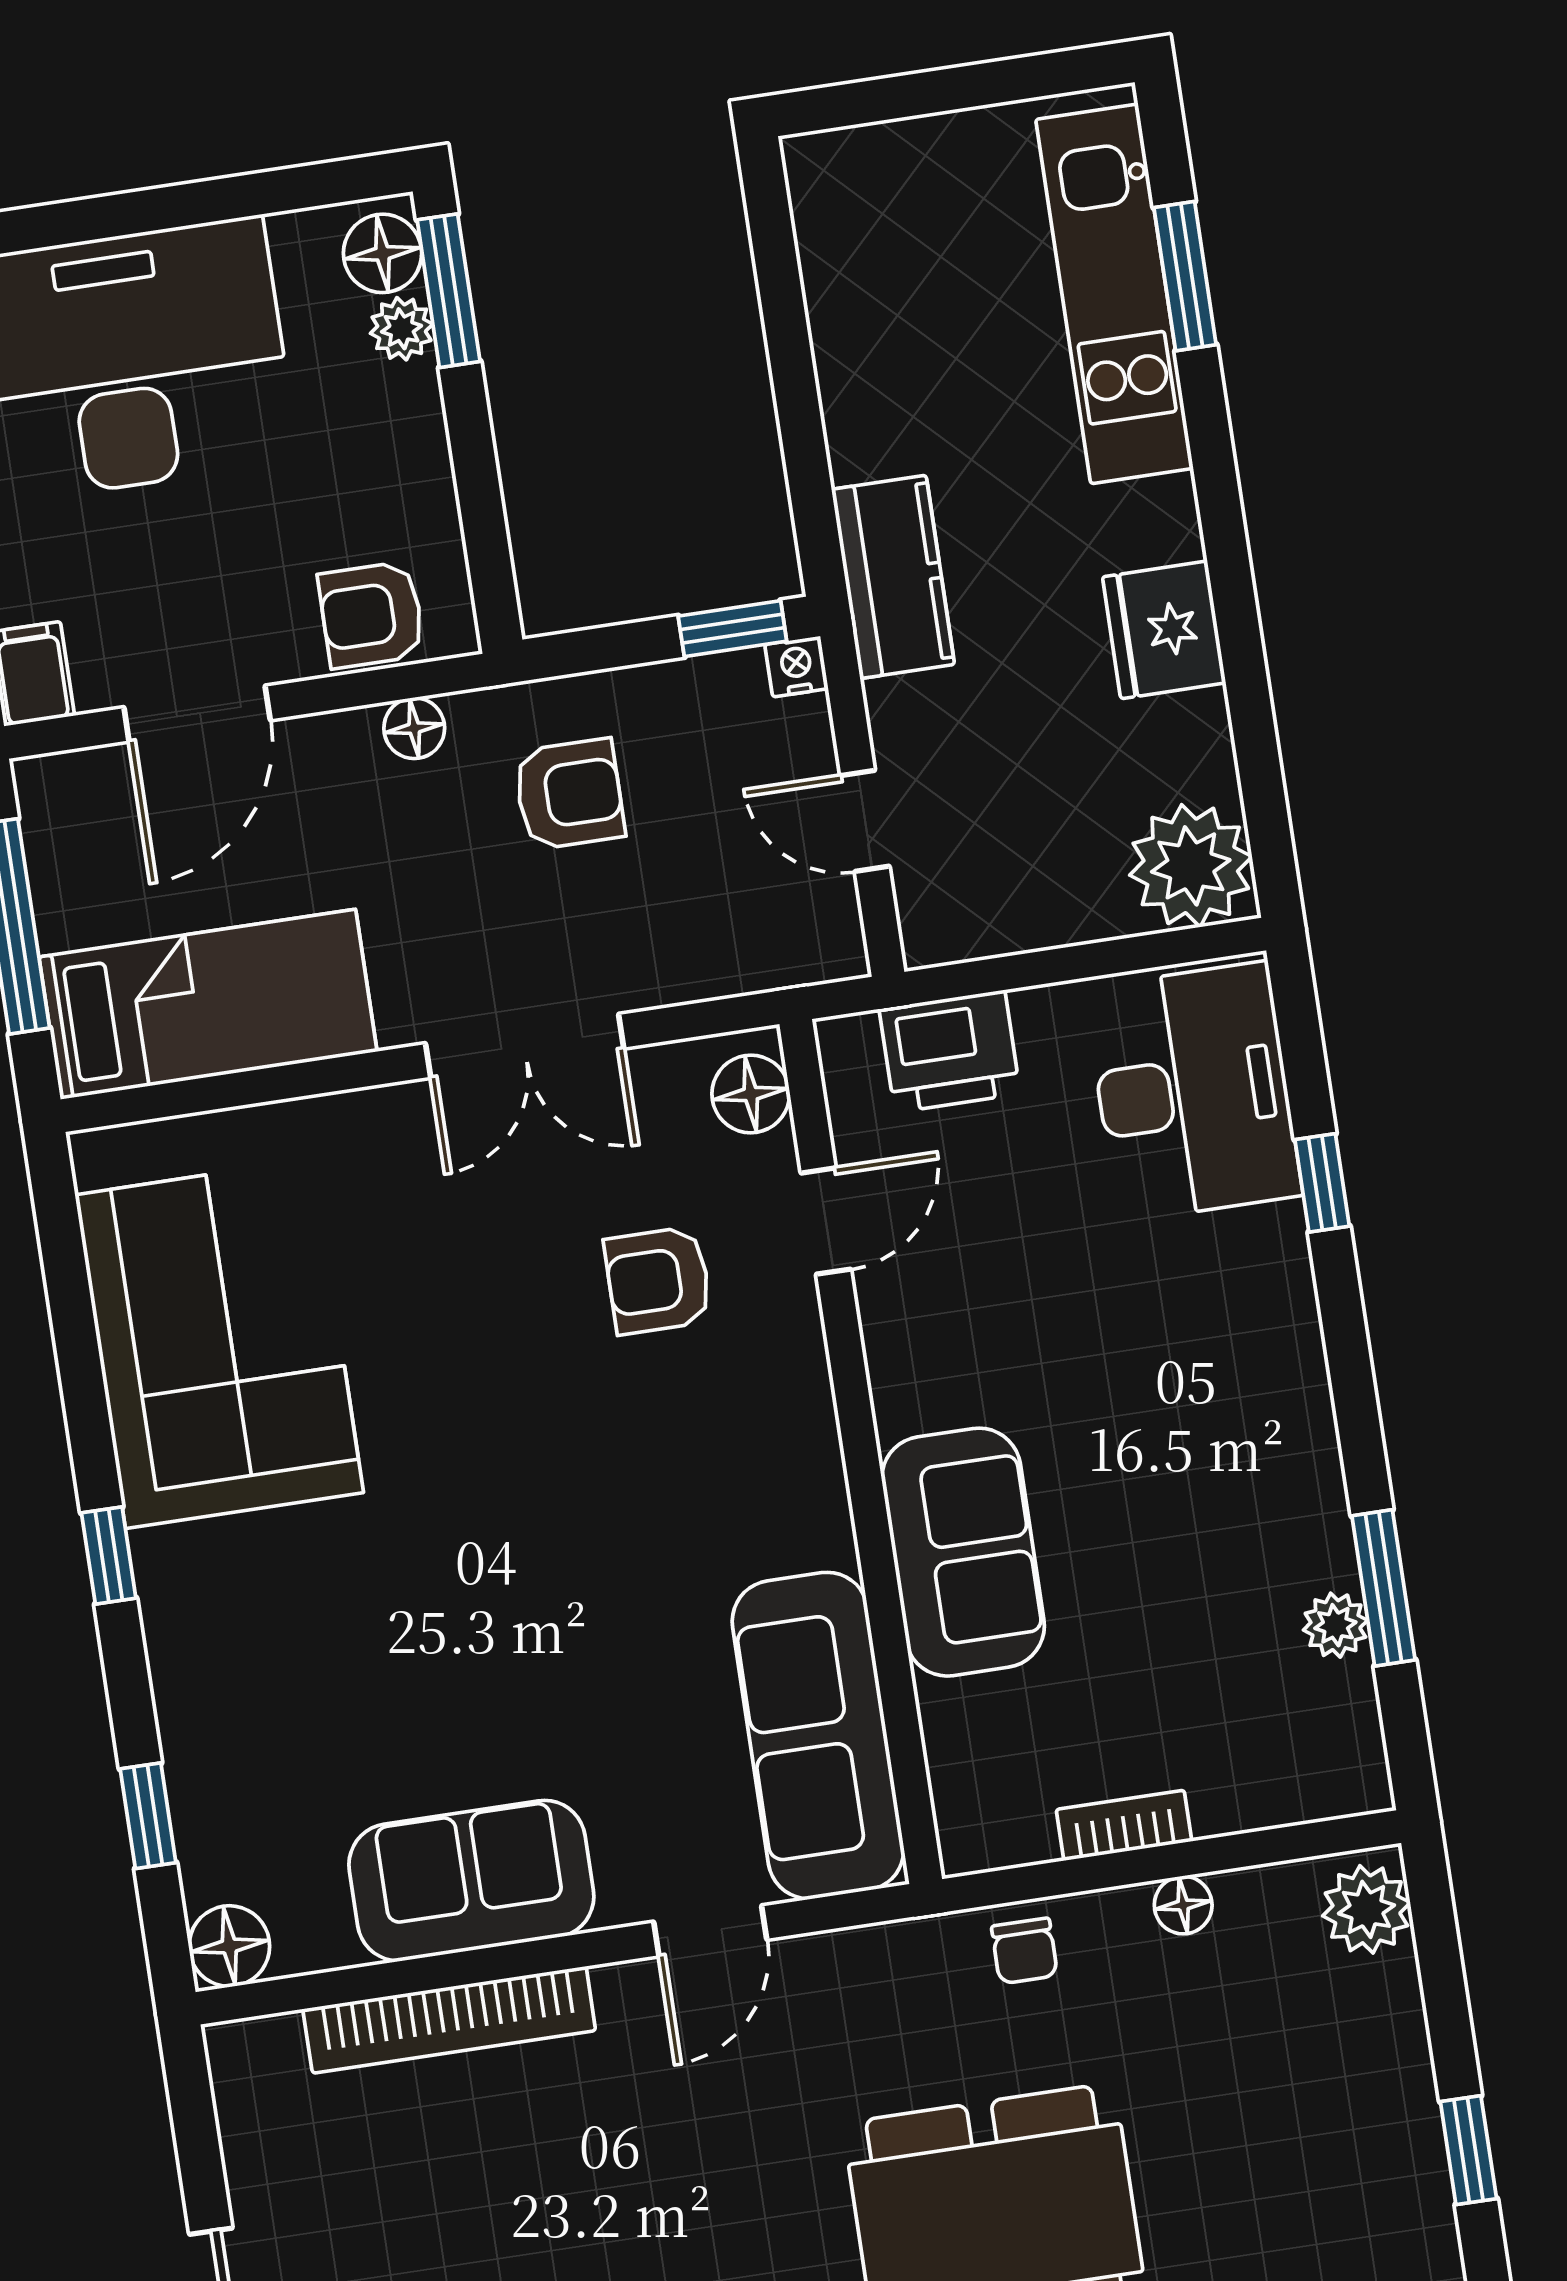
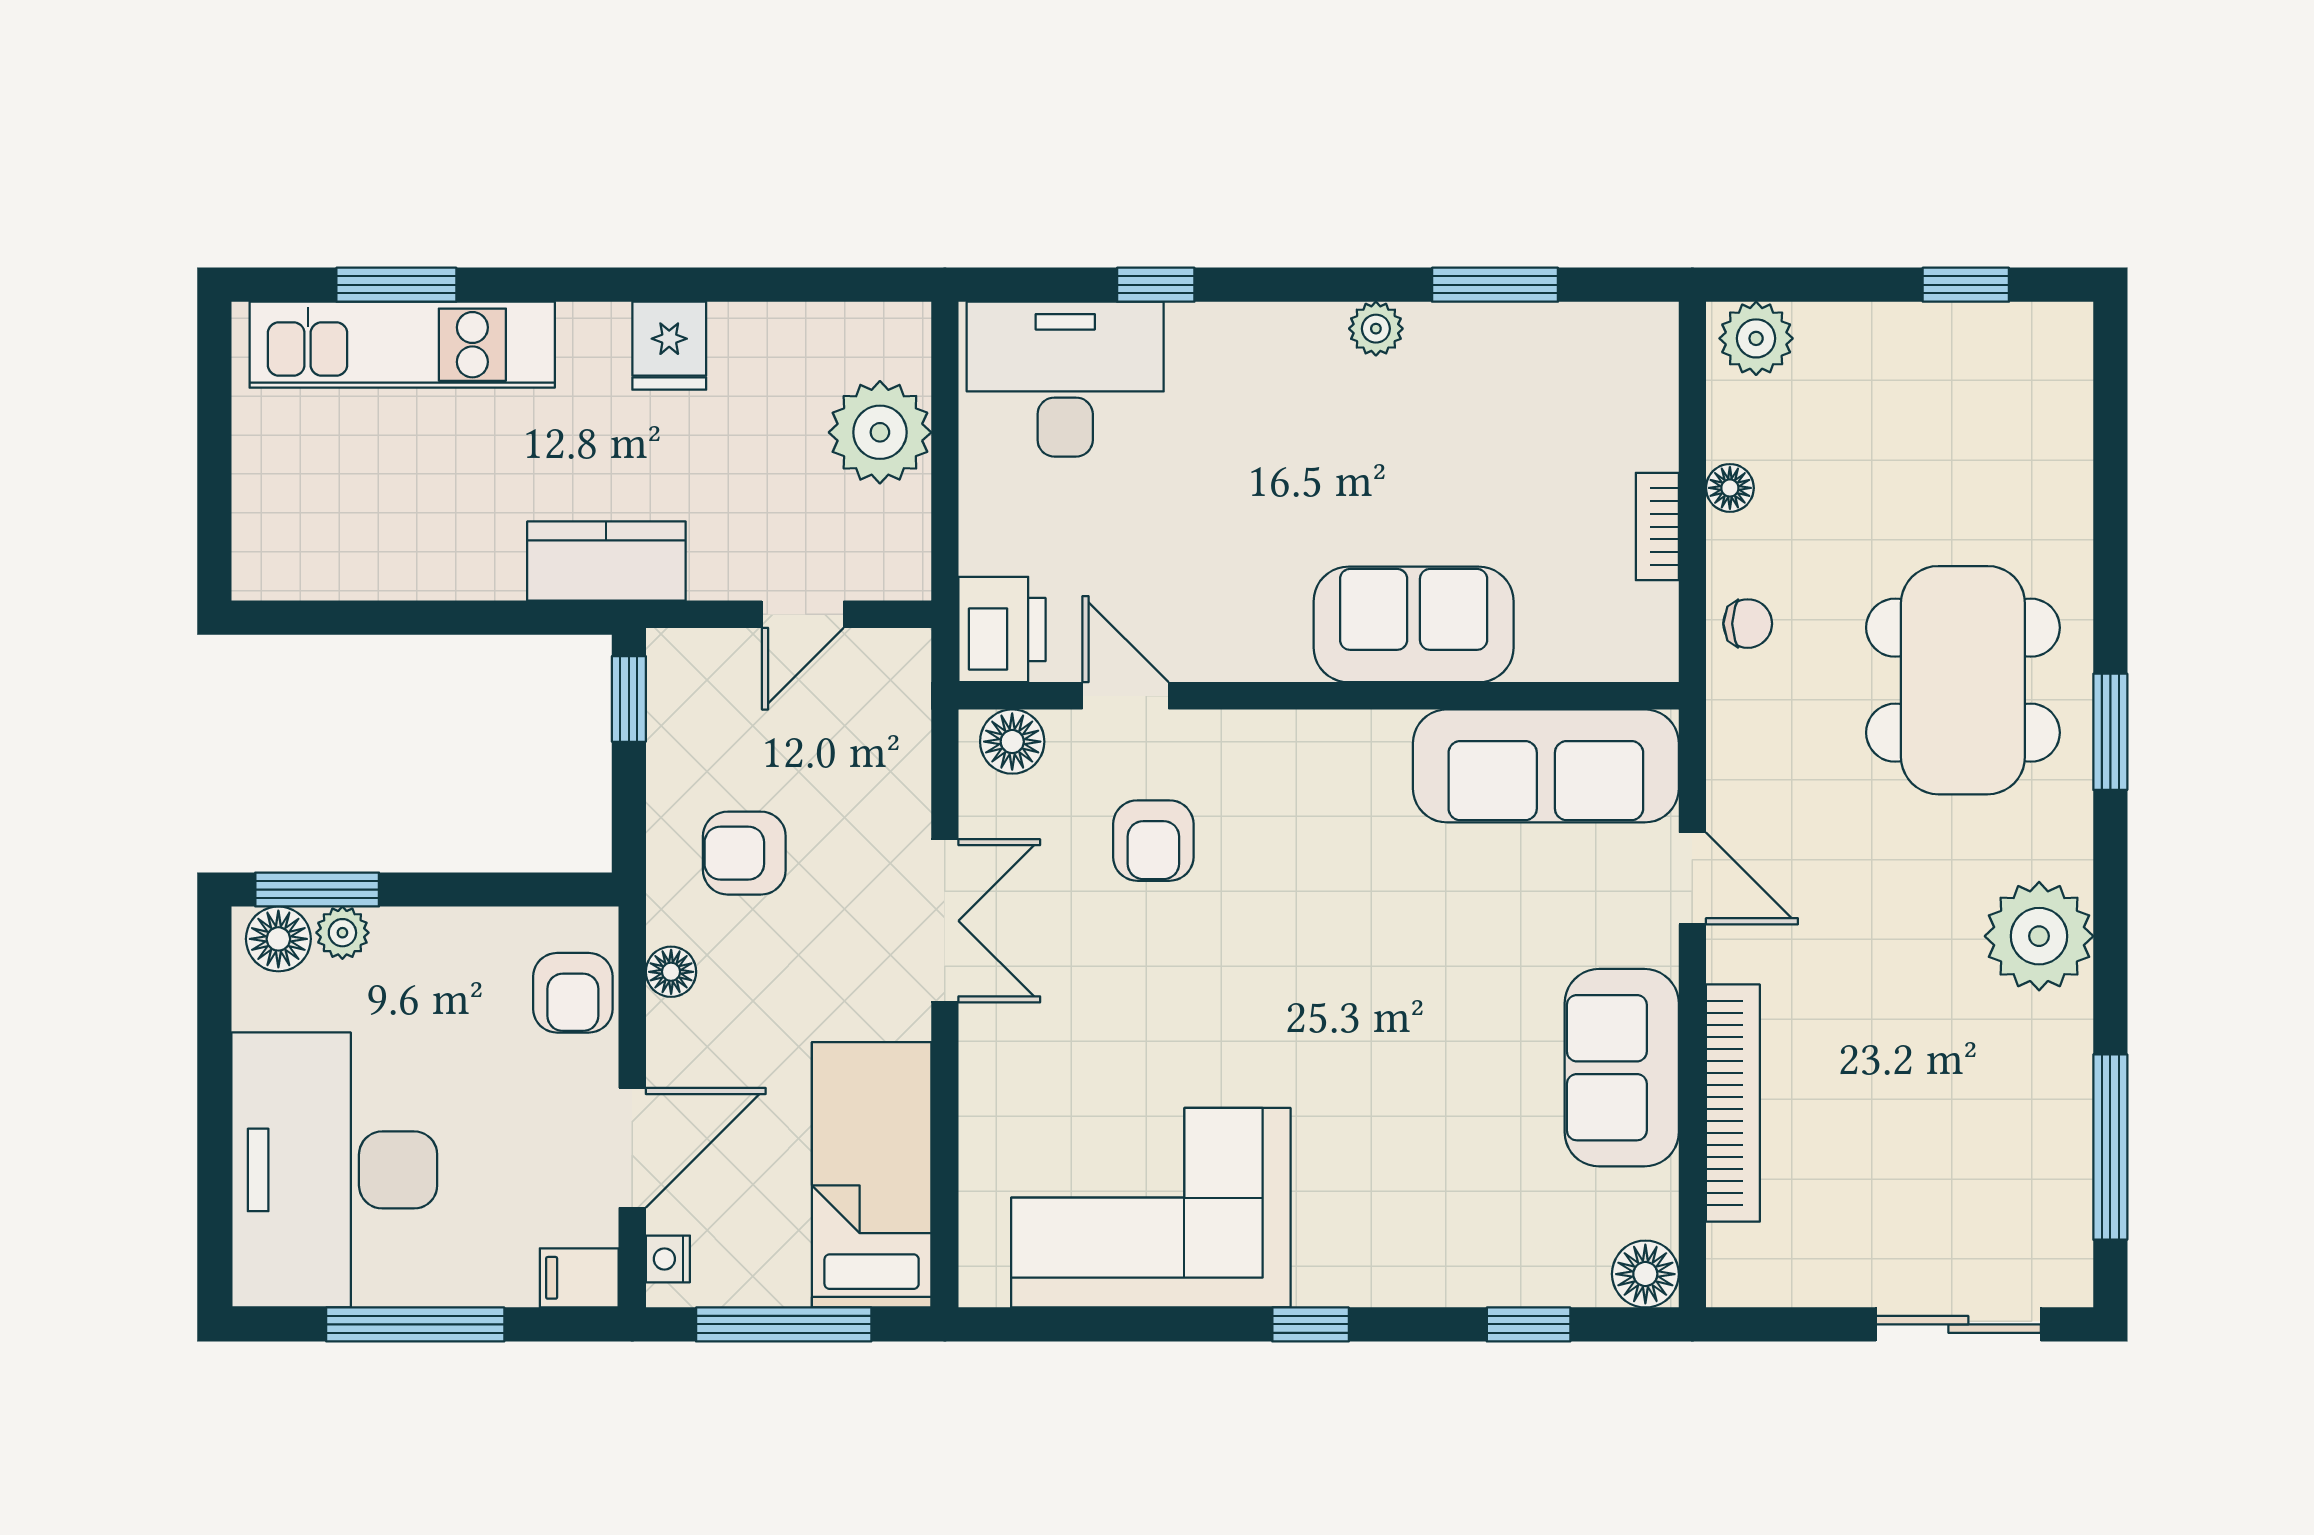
fridge: (1164, 630) -> (669, 346), width x0.72
nightstand: (796, 667) -> (668, 1259), moved
door: (197, 714) -> (632, 1148), hinge flipped
armchair: (569, 794) -> (744, 853), turned -90
plant: (1191, 866) -> (880, 432), moved
printer: (950, 1051) -> (1002, 630), moved
plant: (1335, 1625) -> (1376, 329), moved

